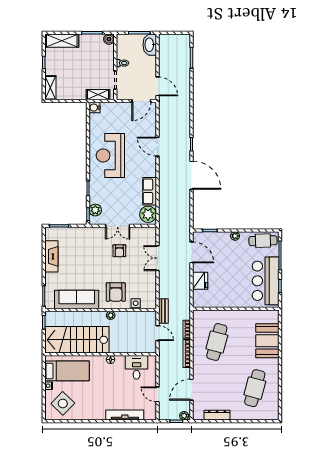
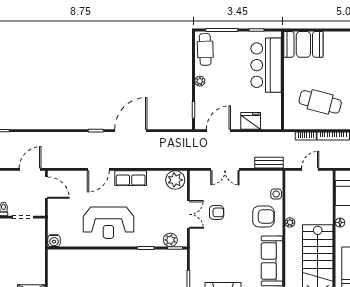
shelving: (98, 95) -> (39, 237), removed
row of seats: (150, 191) -> (131, 178), moved
bar counter: (266, 281) -> (266, 65), moved, turned 90
bench: (163, 311) -> (269, 163), moved
booth: (267, 341) -> (303, 44), moved

